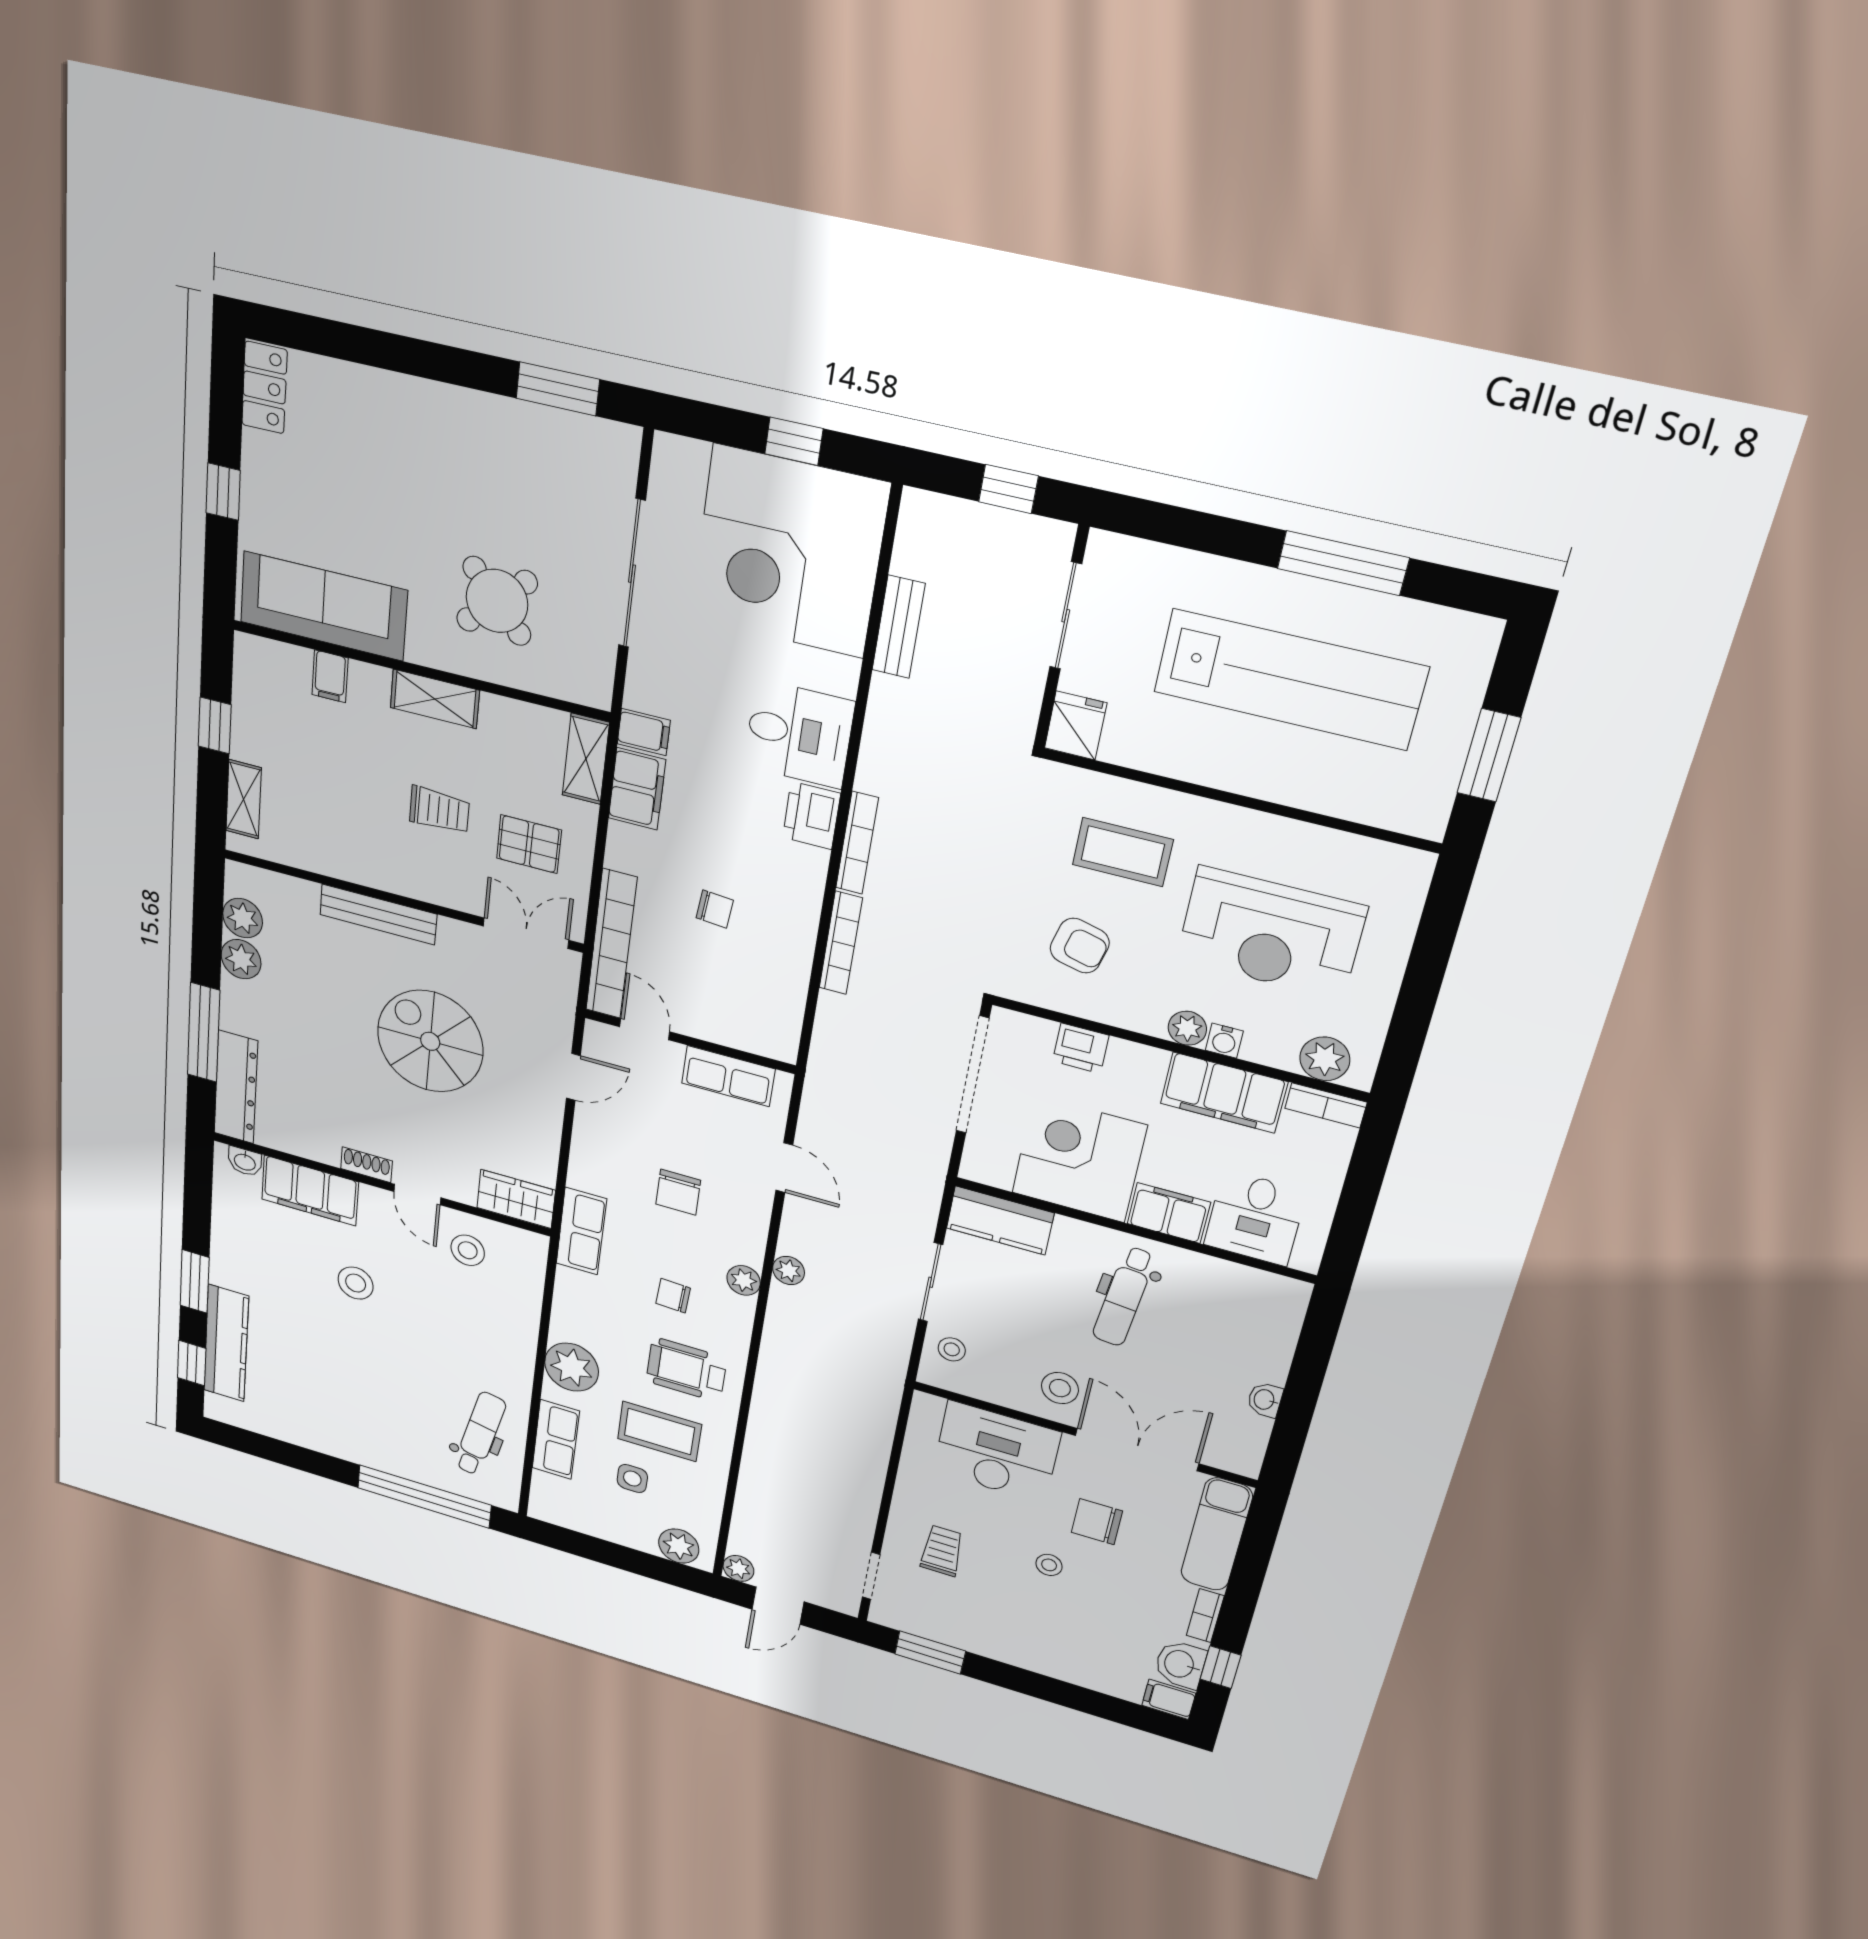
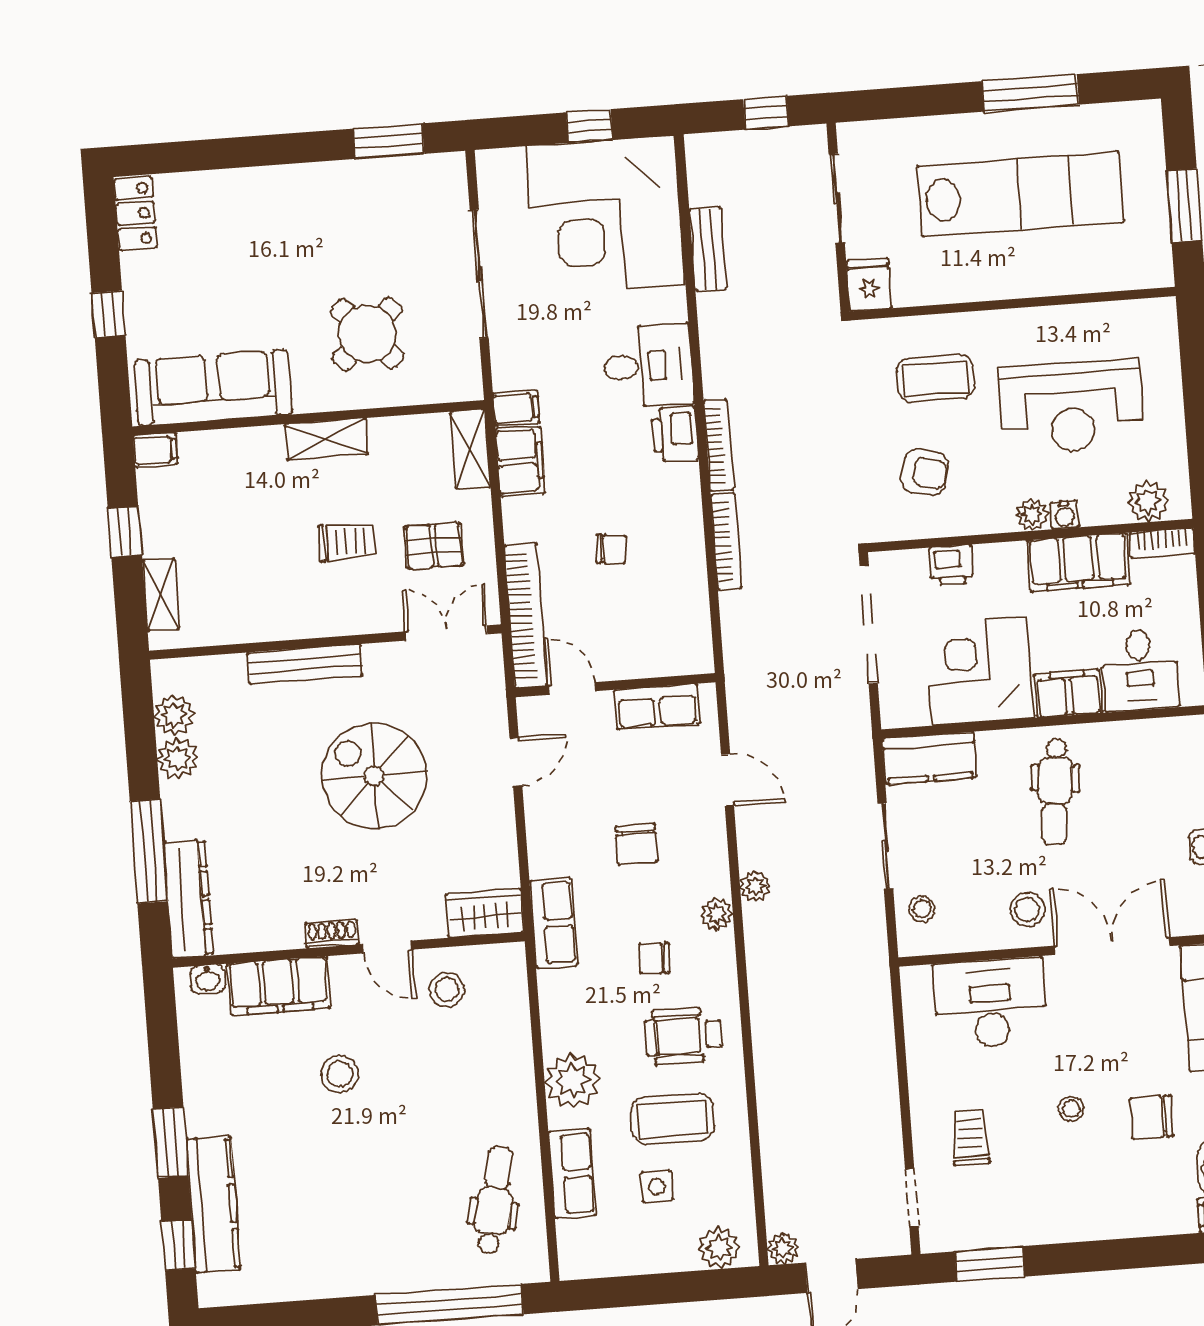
filing cabinet: (330, 676) -> (155, 450), moved, turned -90
chair: (1097, 1522) -> (1152, 1117), moved

